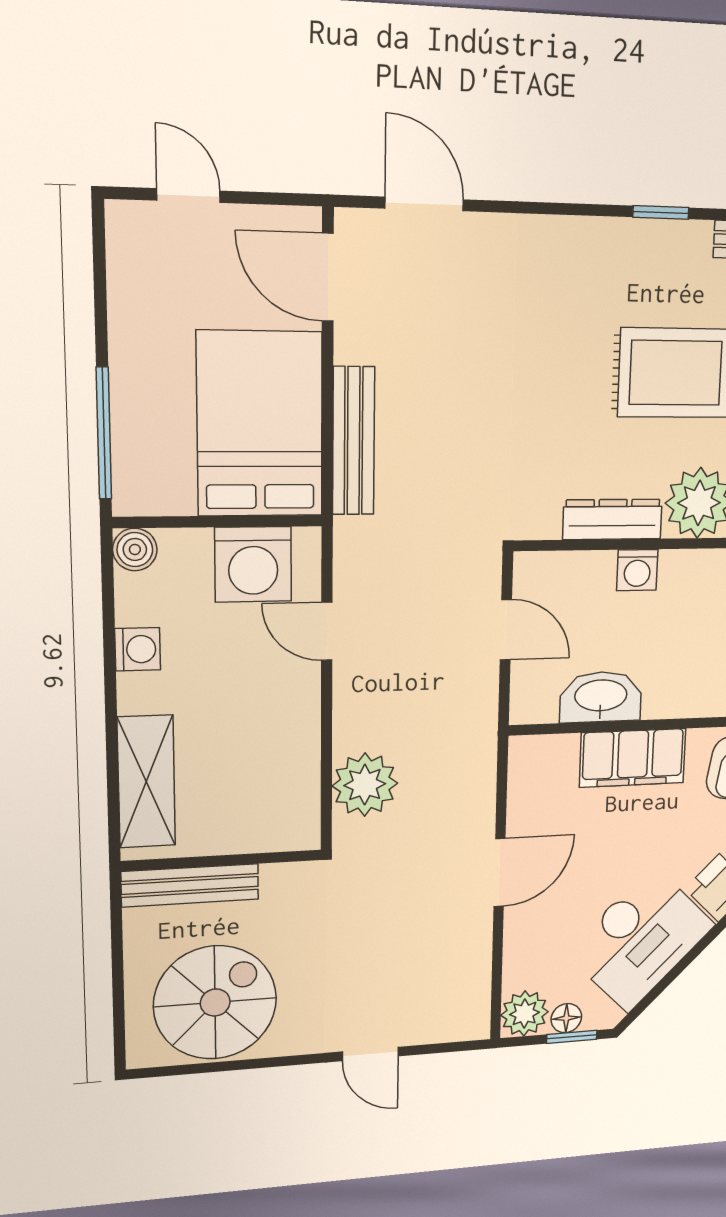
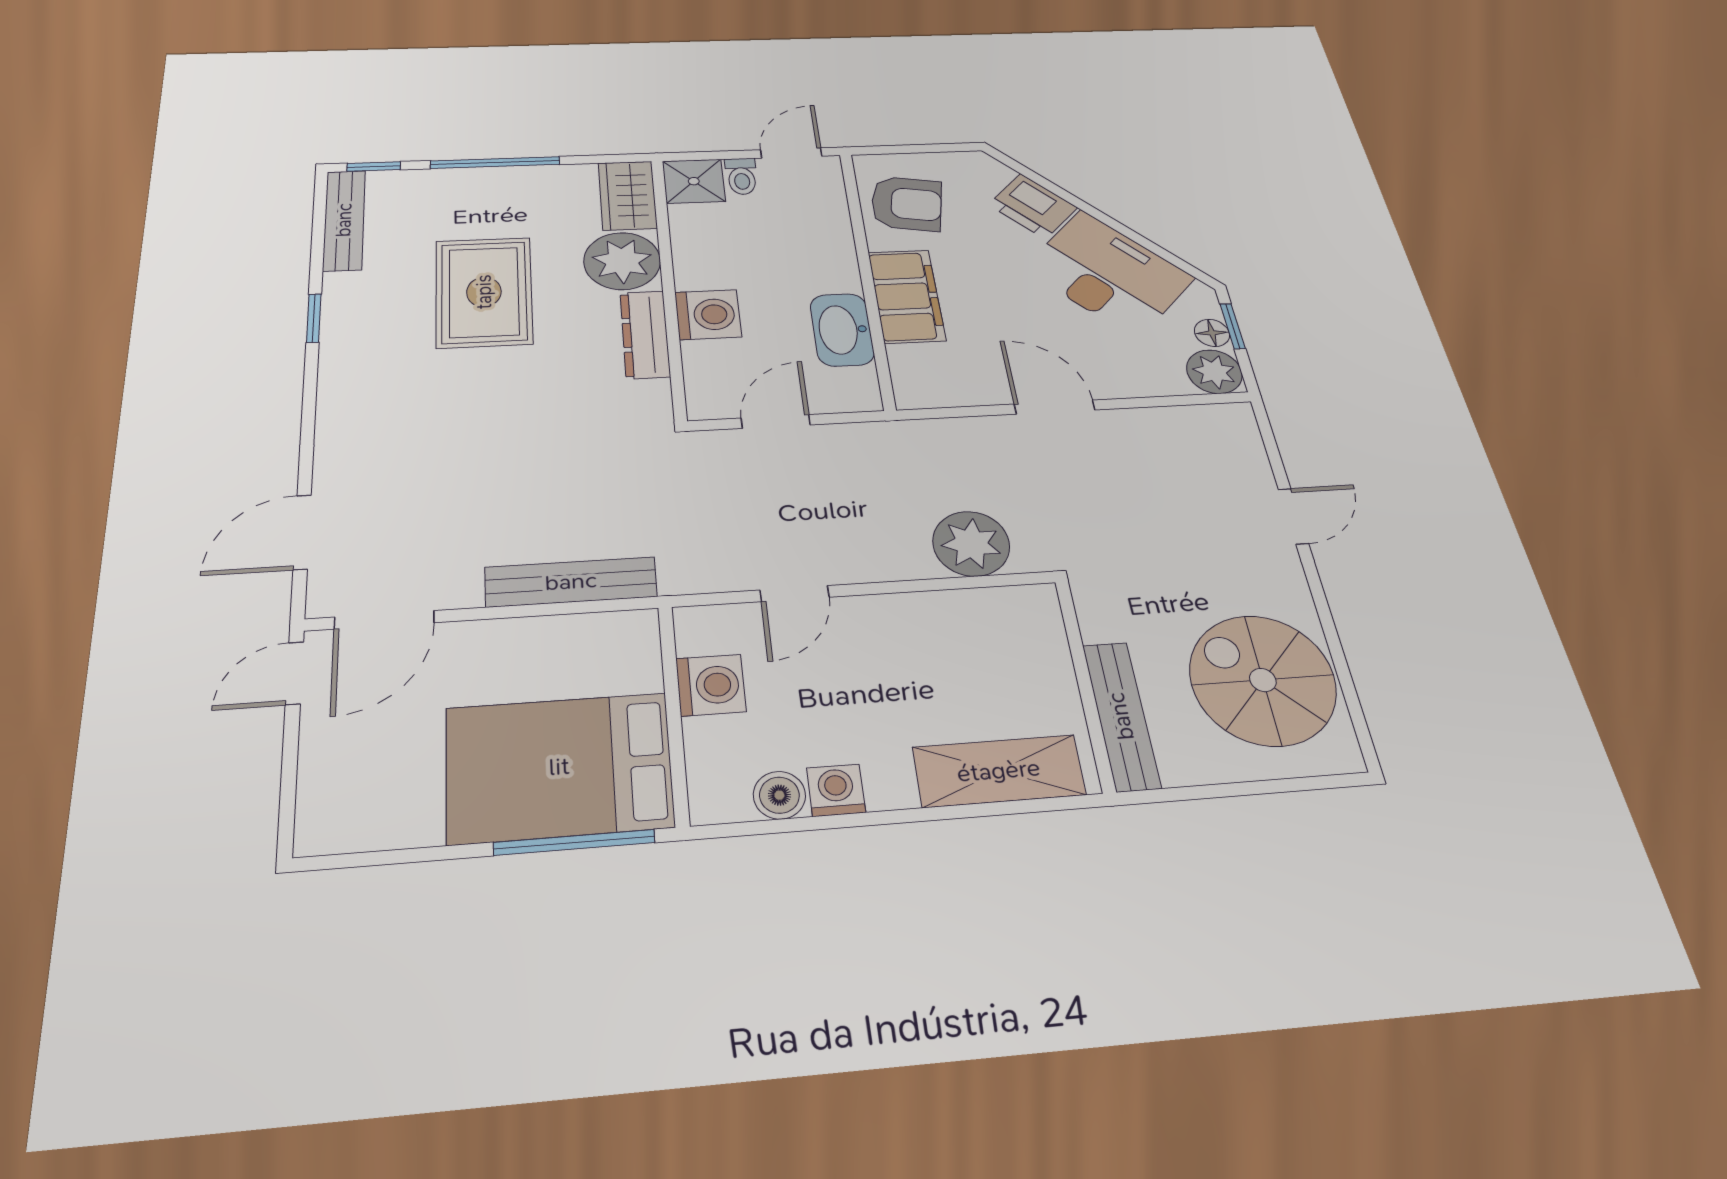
door: (188, 196) -> (295, 673), moved
bed: (260, 424) -> (559, 767), moved
boiler: (135, 549) -> (779, 795), moved
washing machine: (253, 564) -> (711, 685), width x0.73, depth x0.73
washing machine: (637, 570) -> (708, 315), width x1.38, depth x1.38

